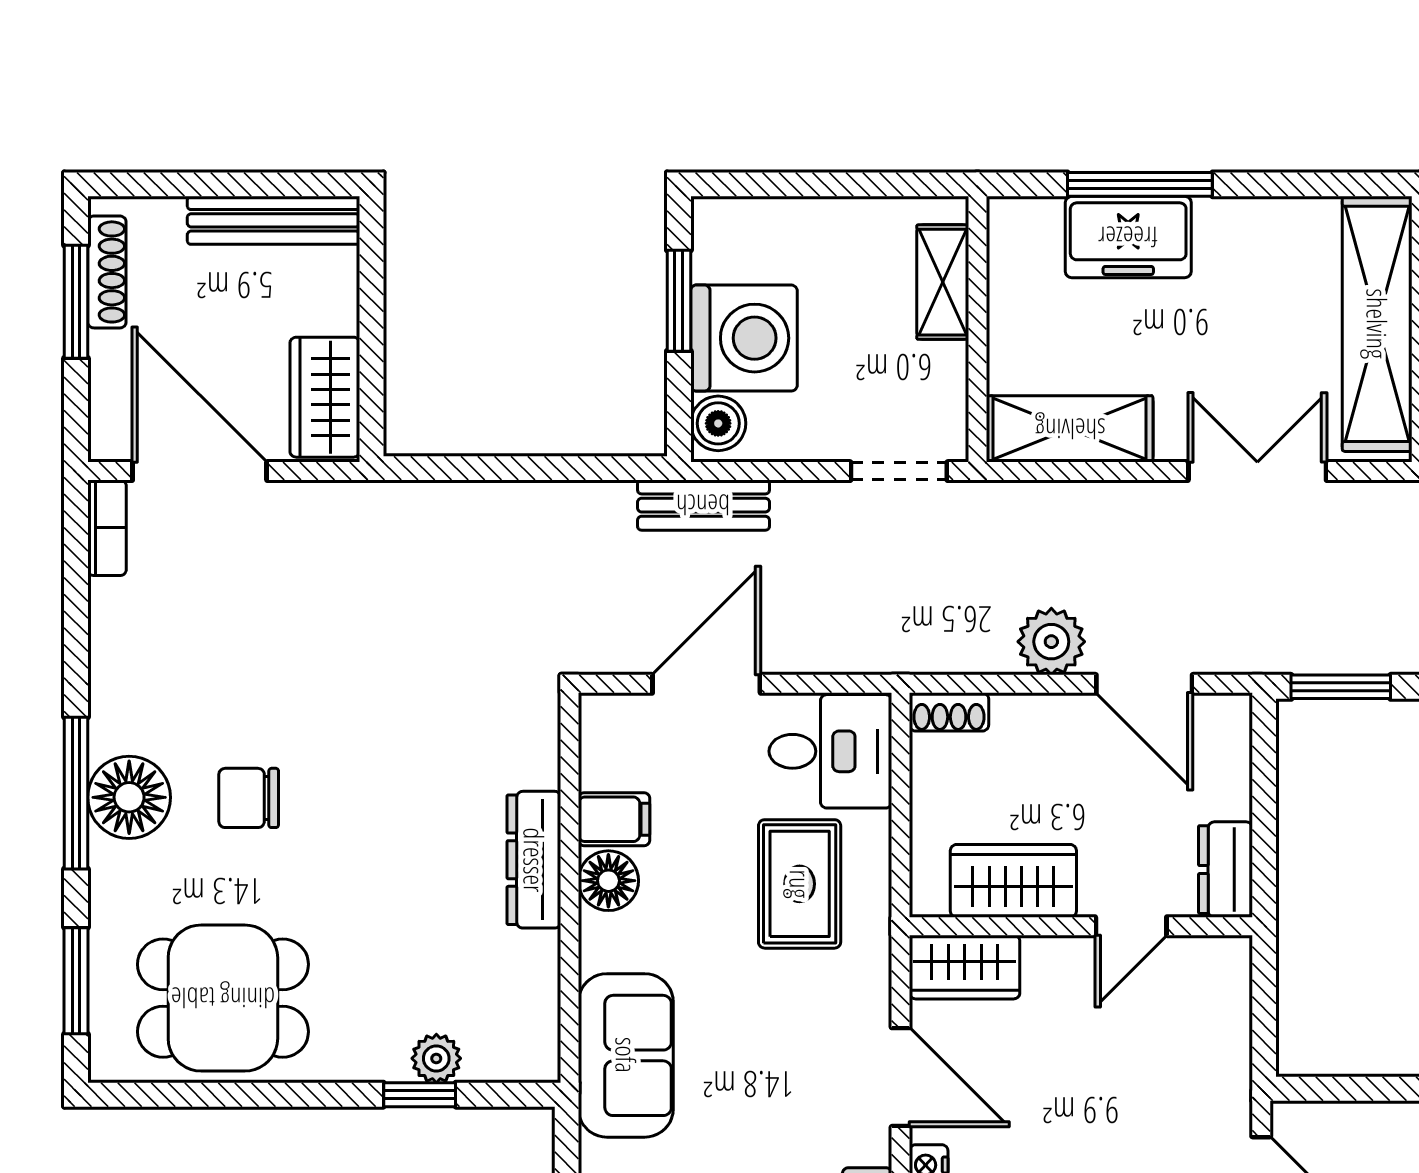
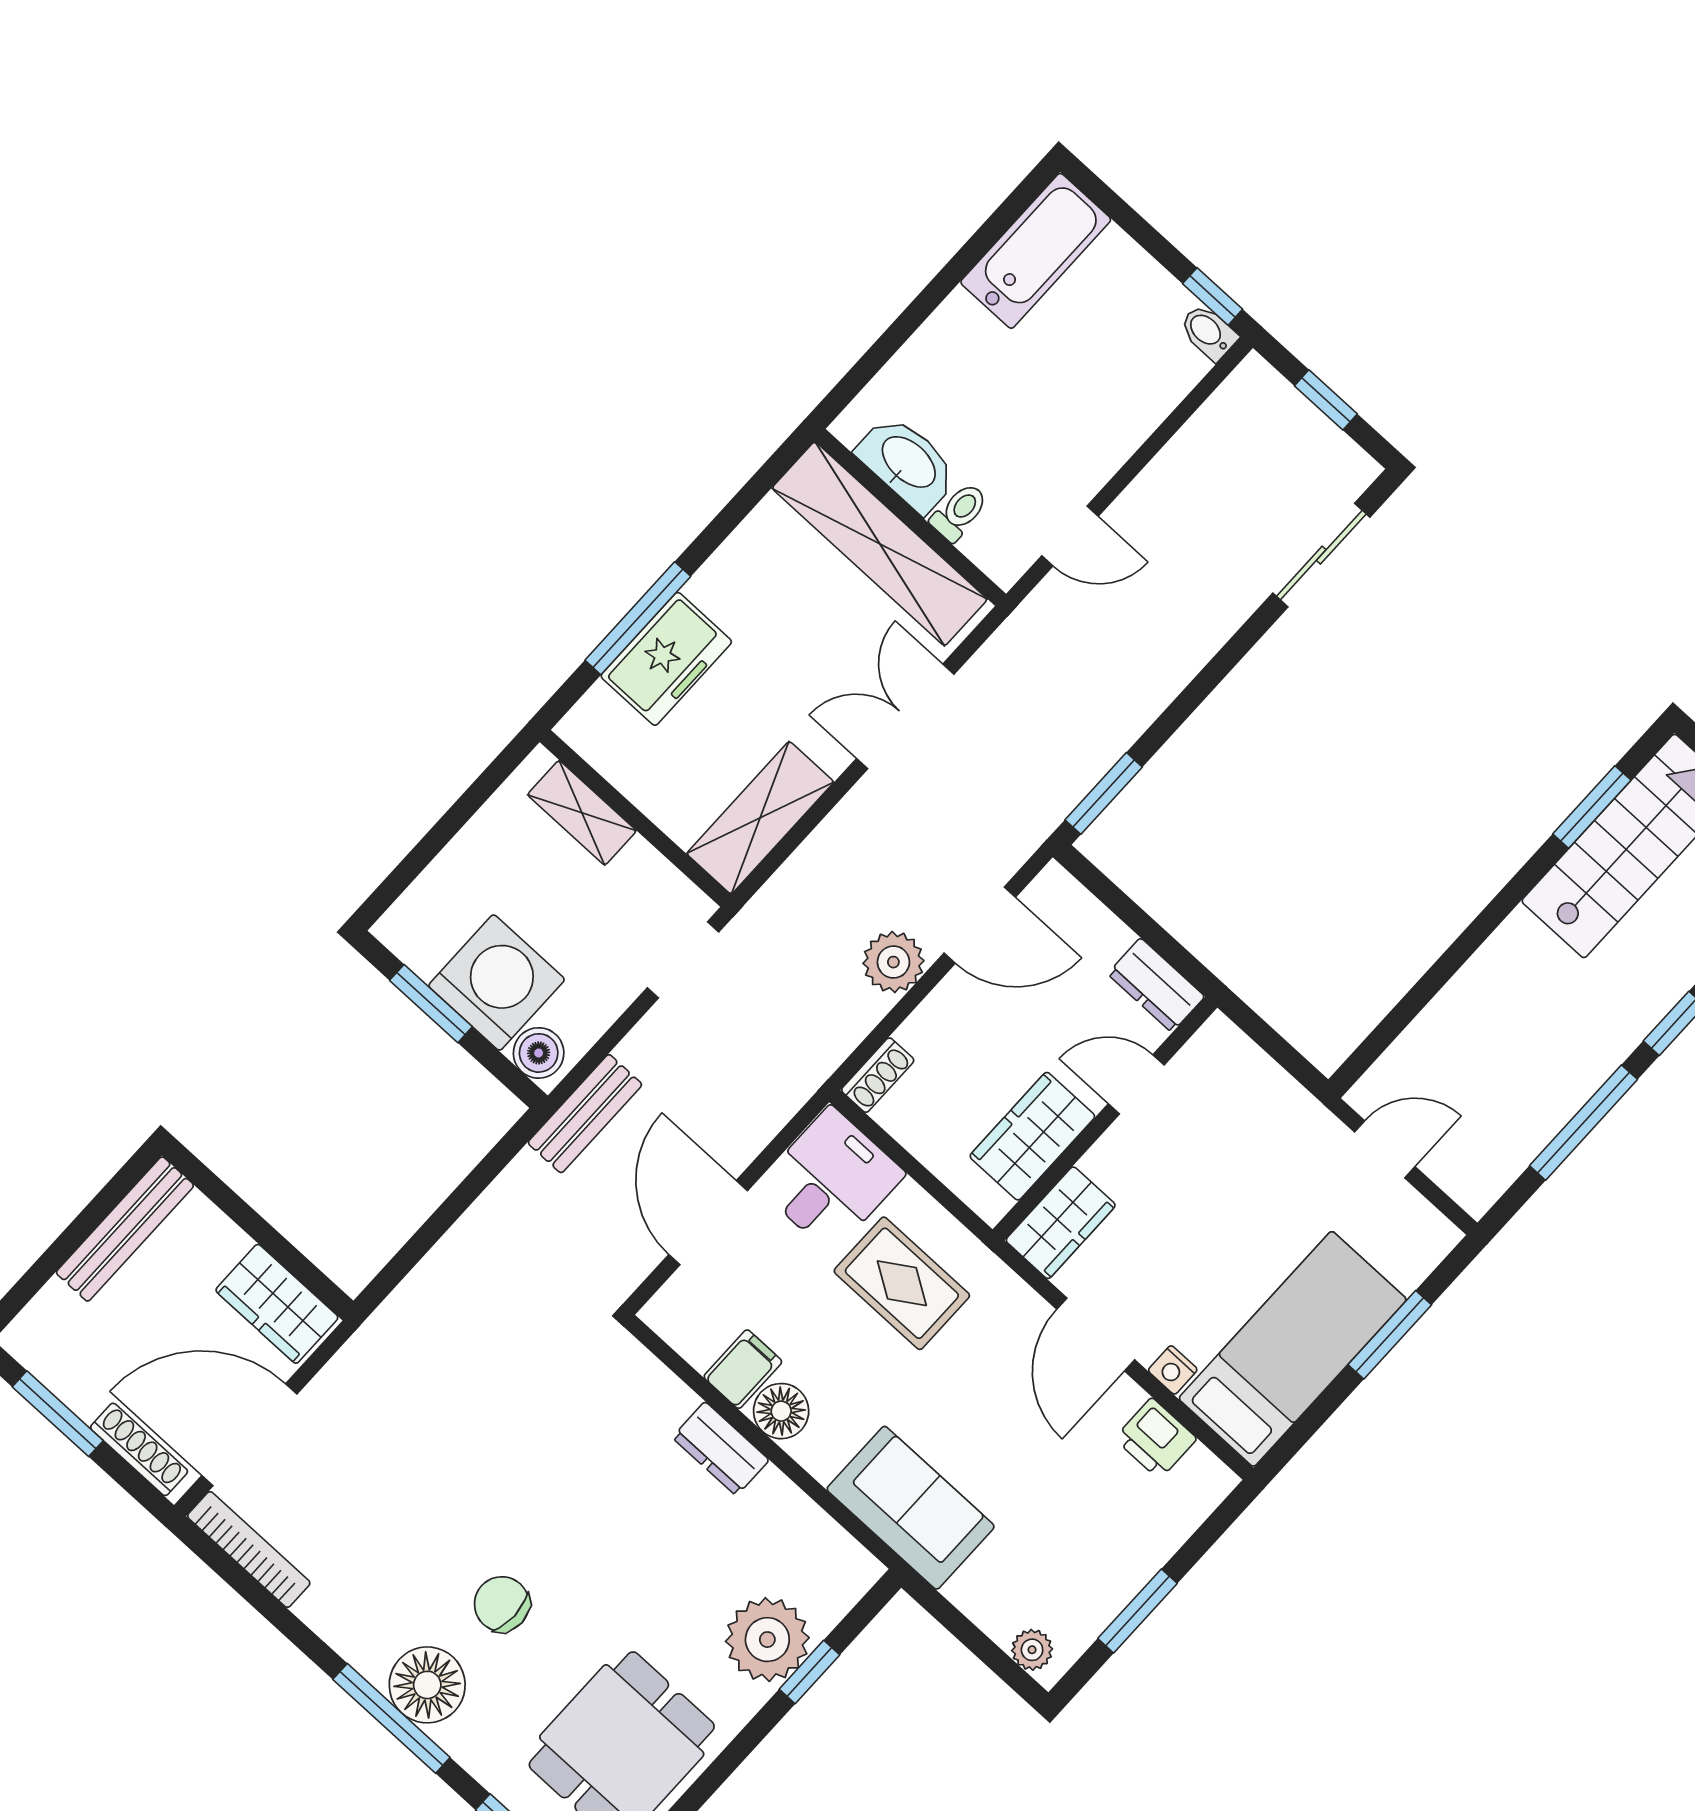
shoe rack: (107, 272) -> (139, 1449), moved
bookcase: (107, 528) -> (249, 1550), width x1.56
chair: (249, 798) -> (502, 1604), turned 90
dresser: (534, 860) -> (721, 1449), width x0.70
door: (1131, 926) -> (1136, 1084), swing flipped
plant: (436, 1058) -> (767, 1640), width x1.87, depth x1.87
door: (901, 1077) -> (1096, 1334), swing flipped

